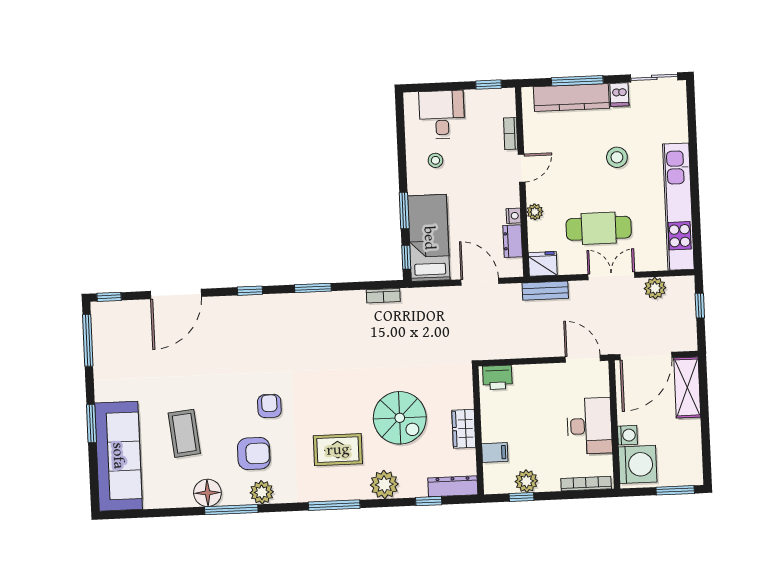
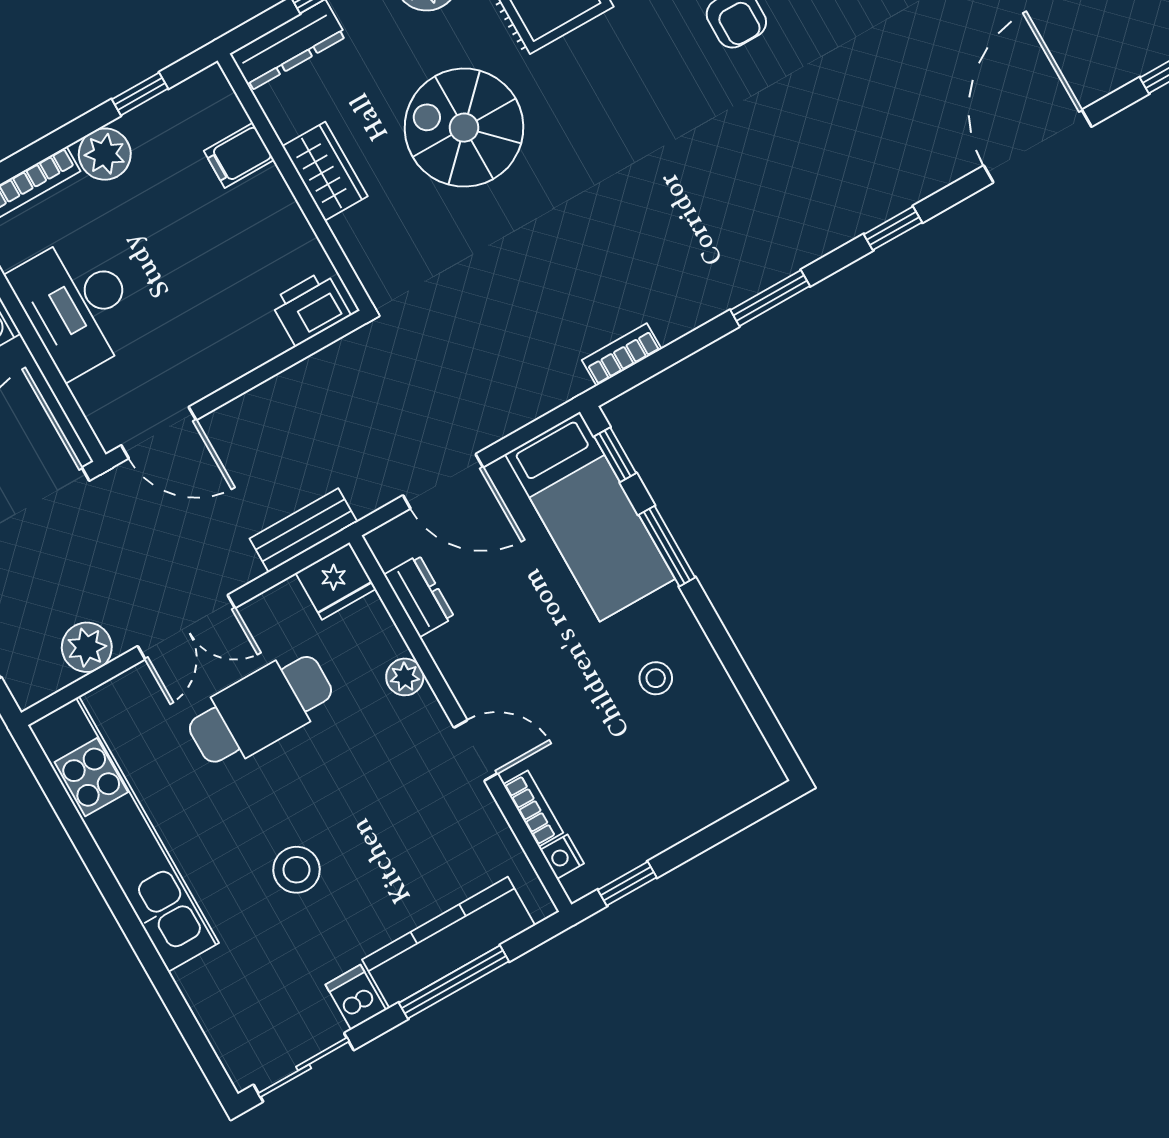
desk: (442, 115) -> (690, 776), removed
door: (522, 168) -> (476, 751), swing flipped
nightstand: (514, 216) -> (562, 857), moved
plant: (526, 481) -> (105, 154), moved

